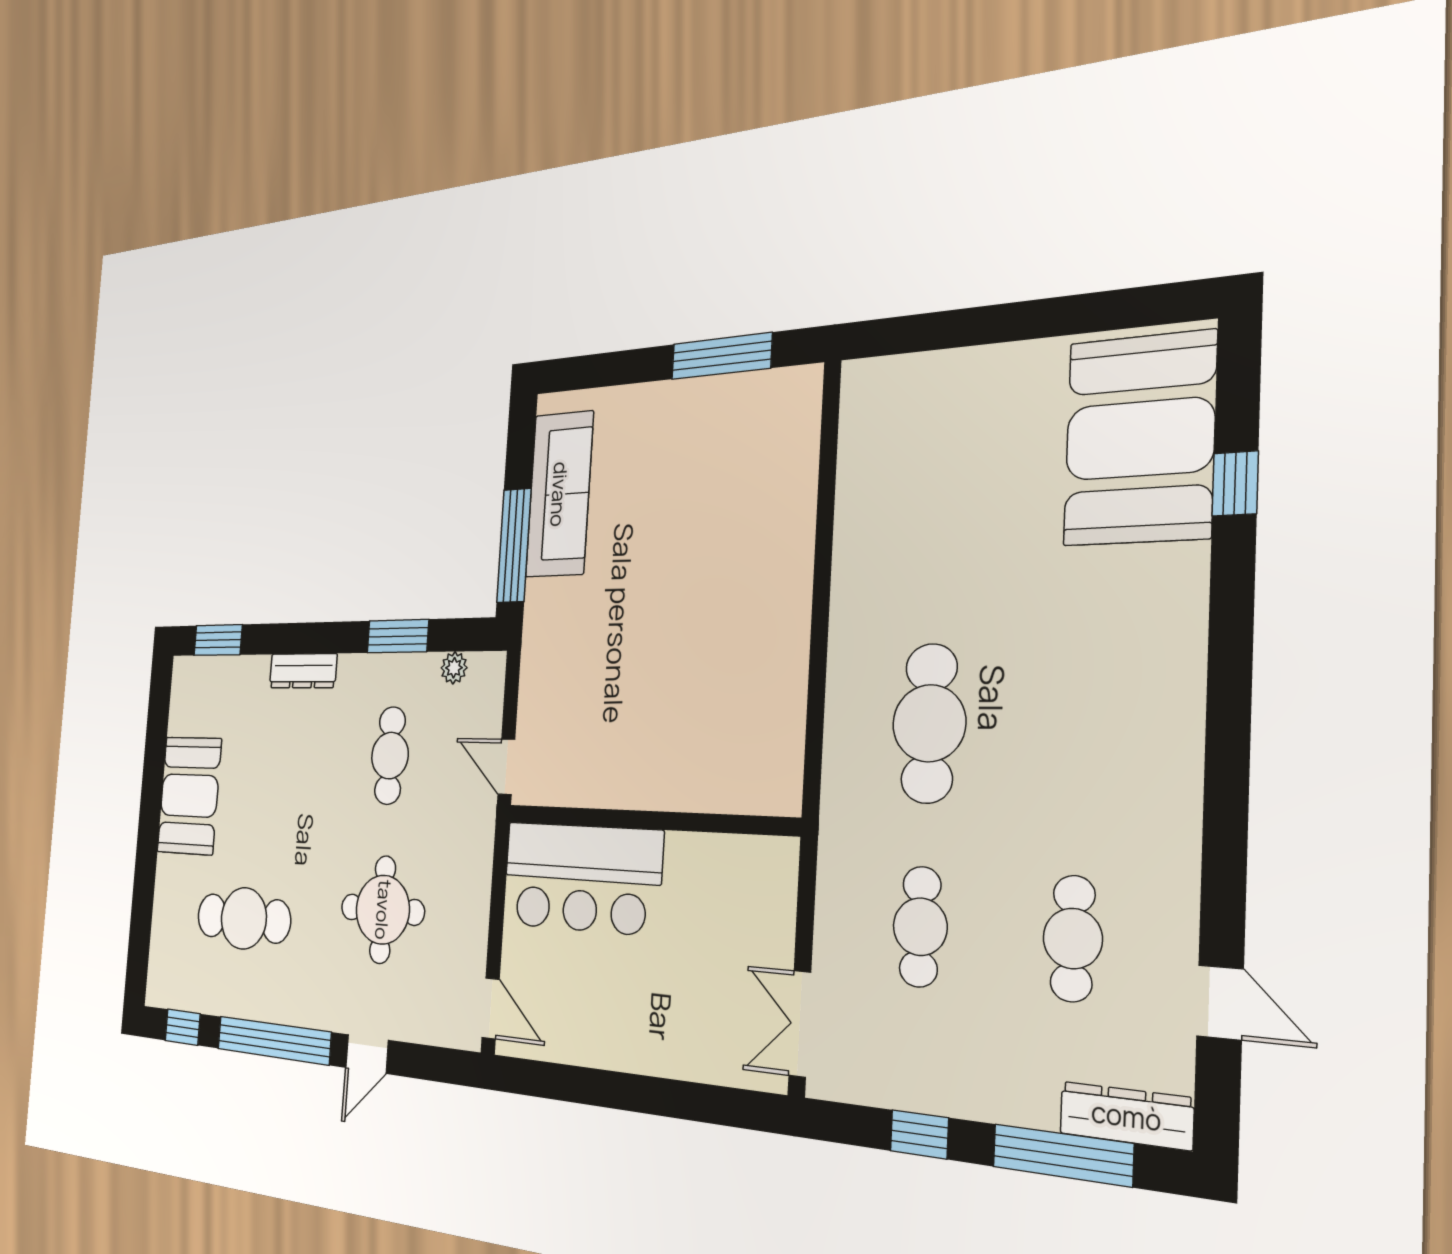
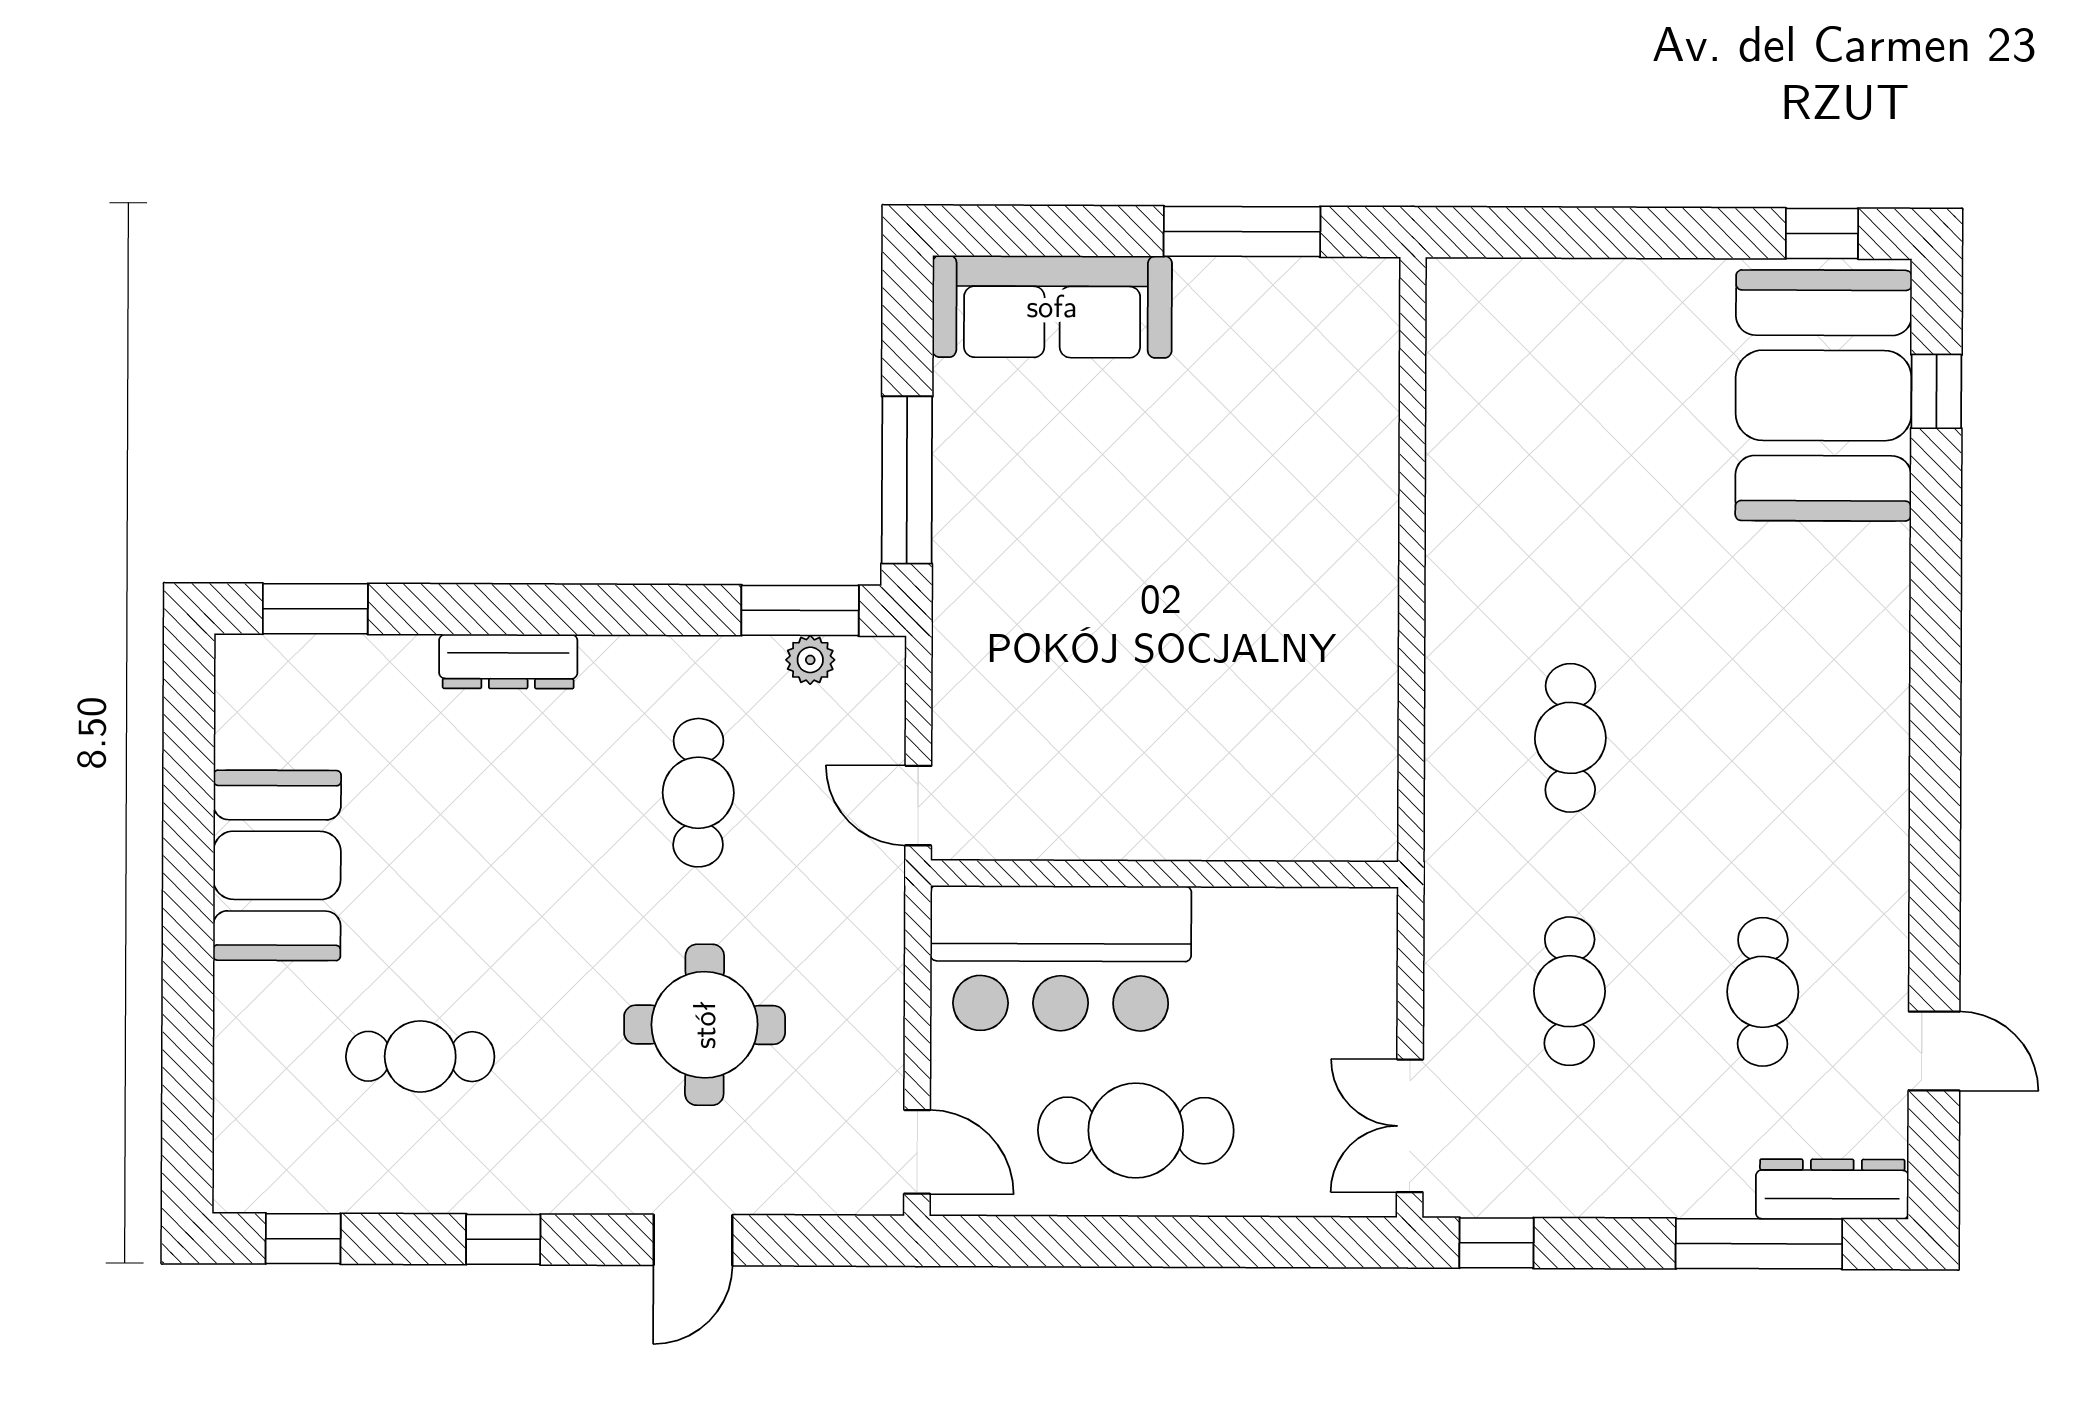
window: (1142, 307) -> (1822, 234), added
window: (1235, 483) -> (1936, 391), moved
sofa: (559, 494) -> (1052, 307), moved, turned 90
window: (398, 636) -> (800, 610), moved
cafe table: (929, 723) -> (1570, 738), width x0.73, depth x0.74
cafe table: (244, 918) -> (420, 1056), width x0.73, depth x0.74
cafe table: (620, 1008) -> (1136, 1130), added
window: (274, 1040) -> (503, 1239), width x0.32
window: (919, 1134) -> (1496, 1243), moved

